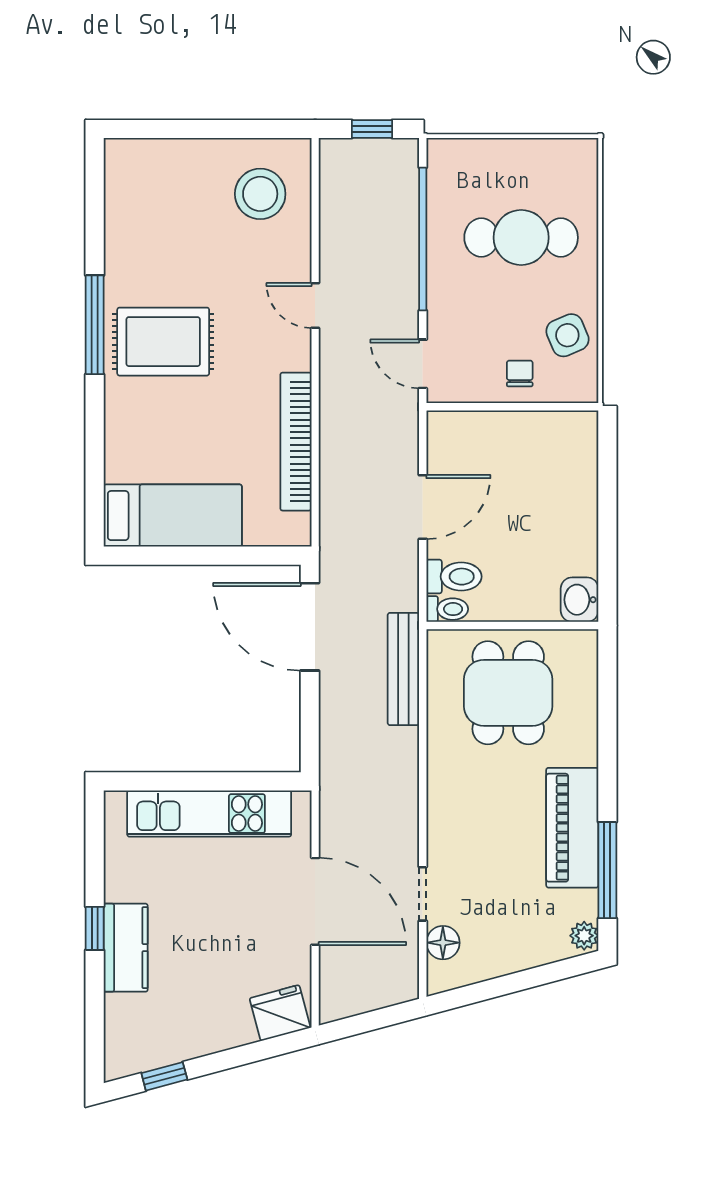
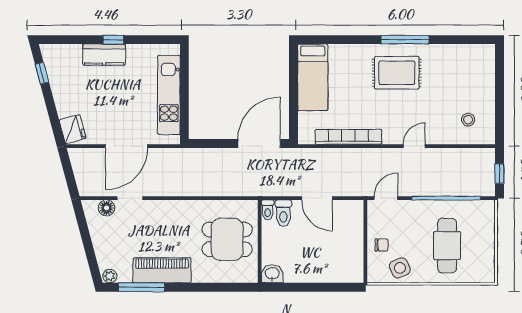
stool: (260, 194) -> (468, 120), width x0.53, depth x0.53
rug: (163, 342) -> (397, 73), turned 90
bench: (403, 669) -> (239, 189), removed

